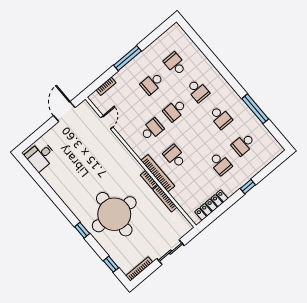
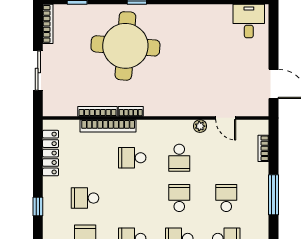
plant: (124, 133) -> (200, 126), added
school desk: (175, 156) -> (132, 158), turned 180
bookcase: (158, 173) -> (108, 126), moved

